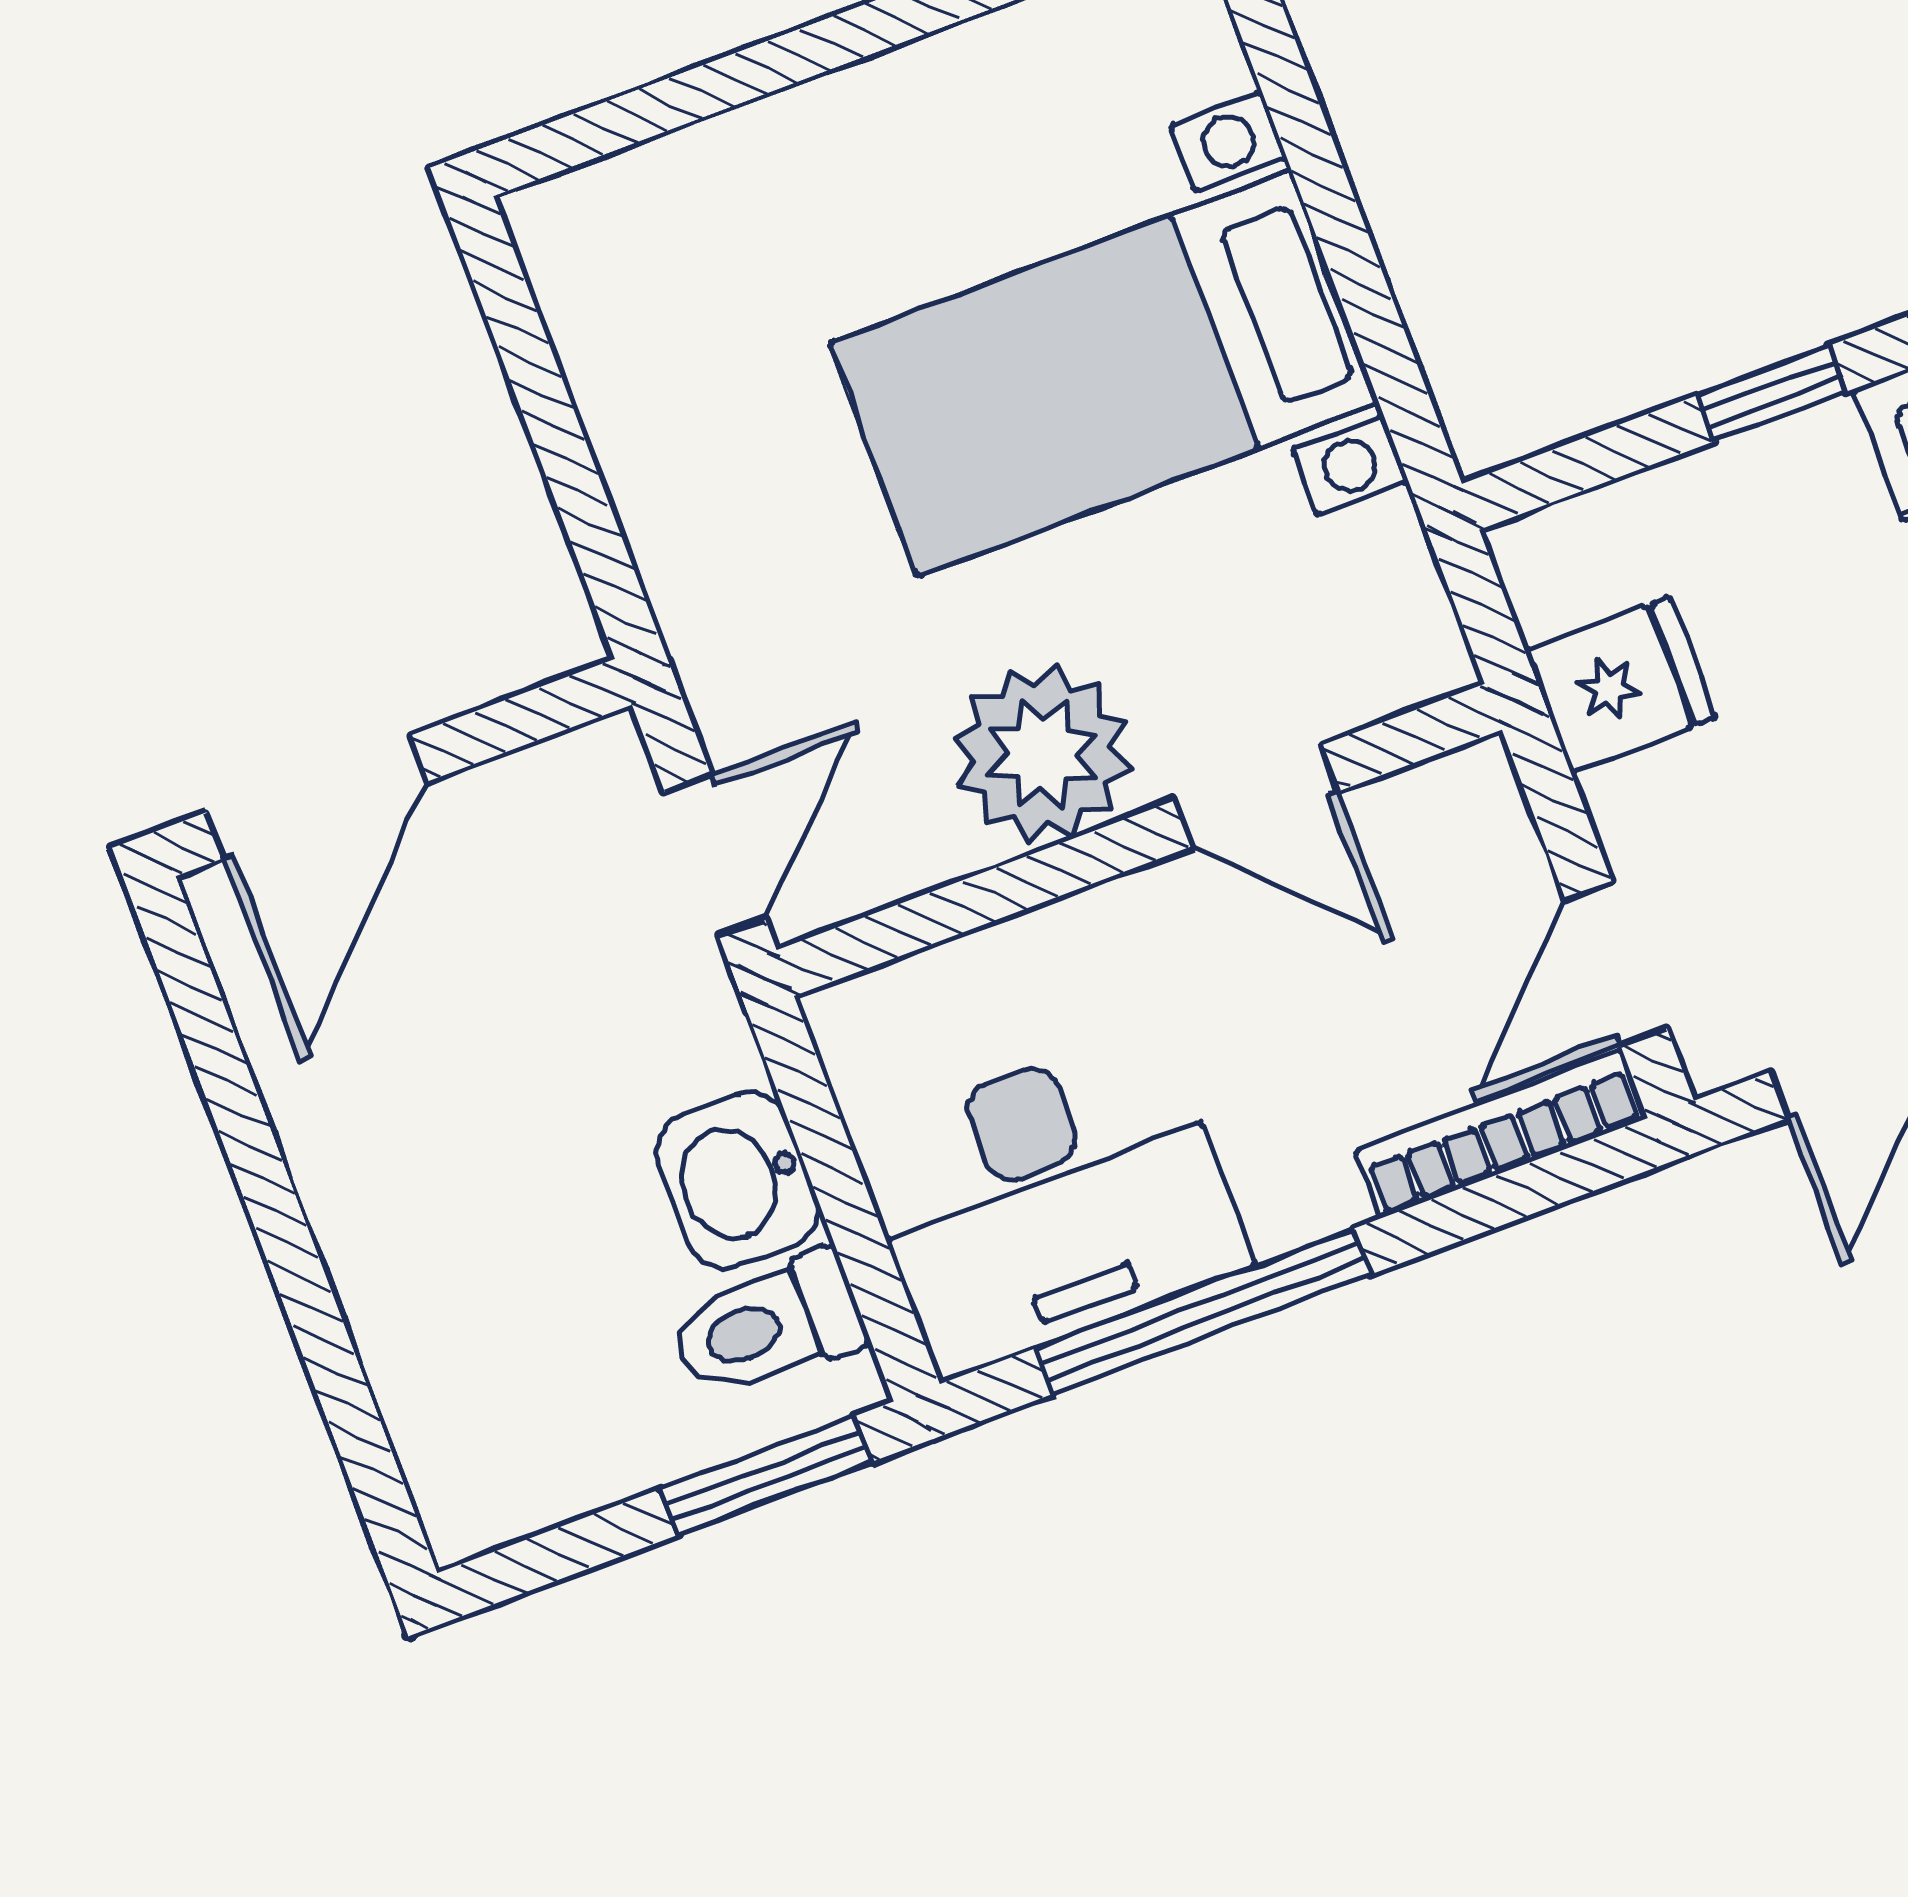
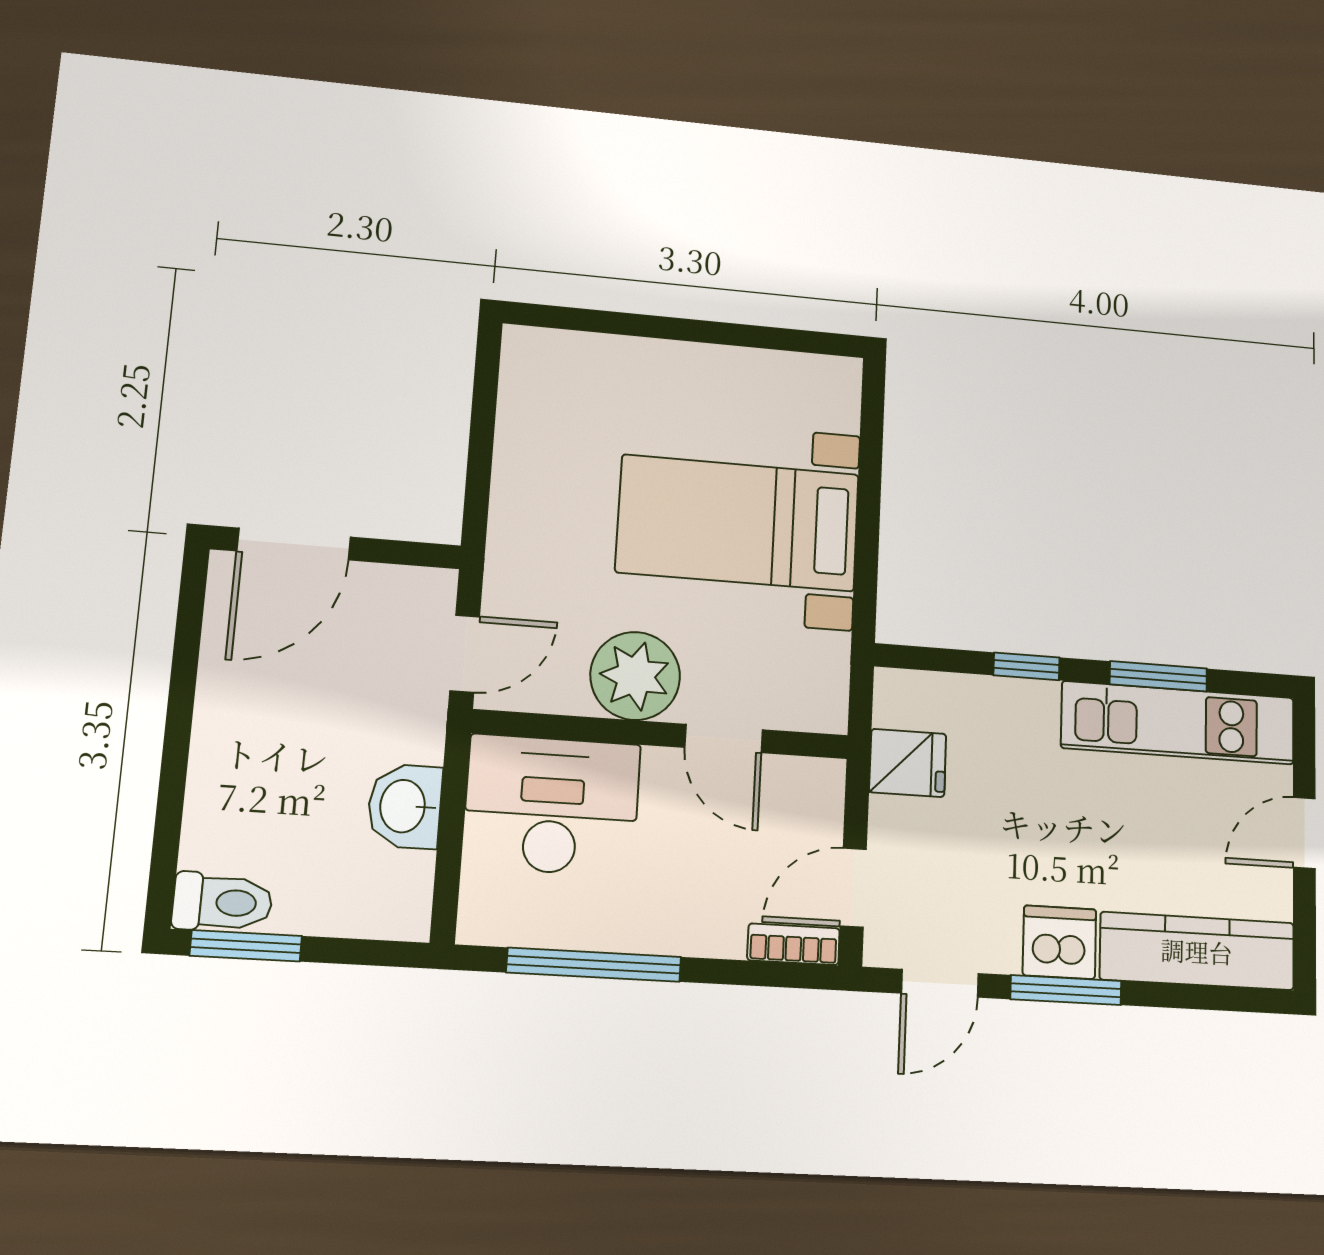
bookcase: (1501, 1134) -> (794, 944), width x0.64
desk: (1051, 1201) -> (552, 805), moved, turned 180
toilet: (768, 1325) -> (222, 902), moved, turned 180
window: (766, 1476) -> (246, 946), moved

